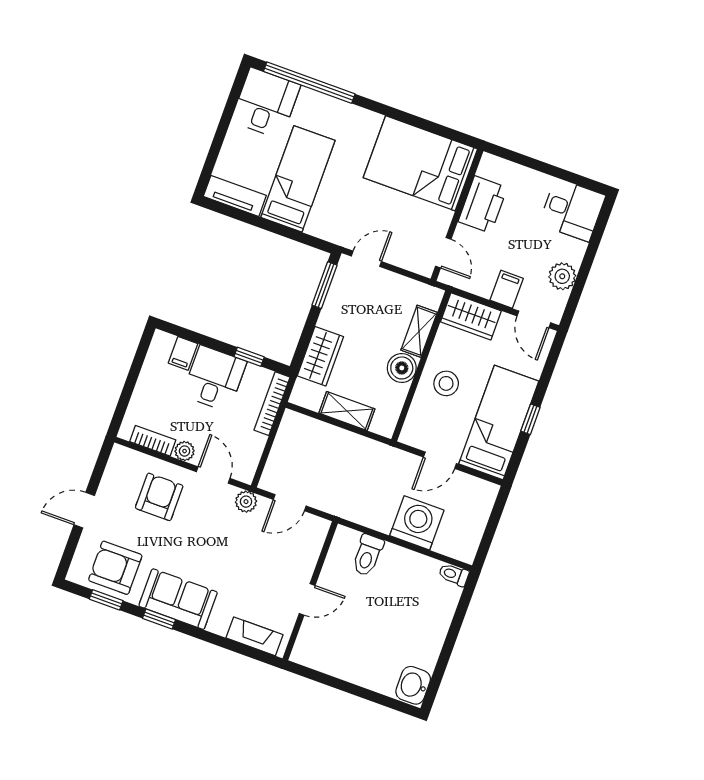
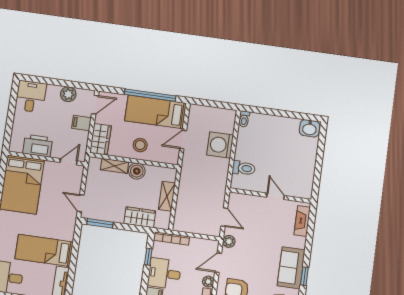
window: (530, 419) -> (150, 95), width x3.17
door: (440, 460) -> (183, 140), swing flipped

